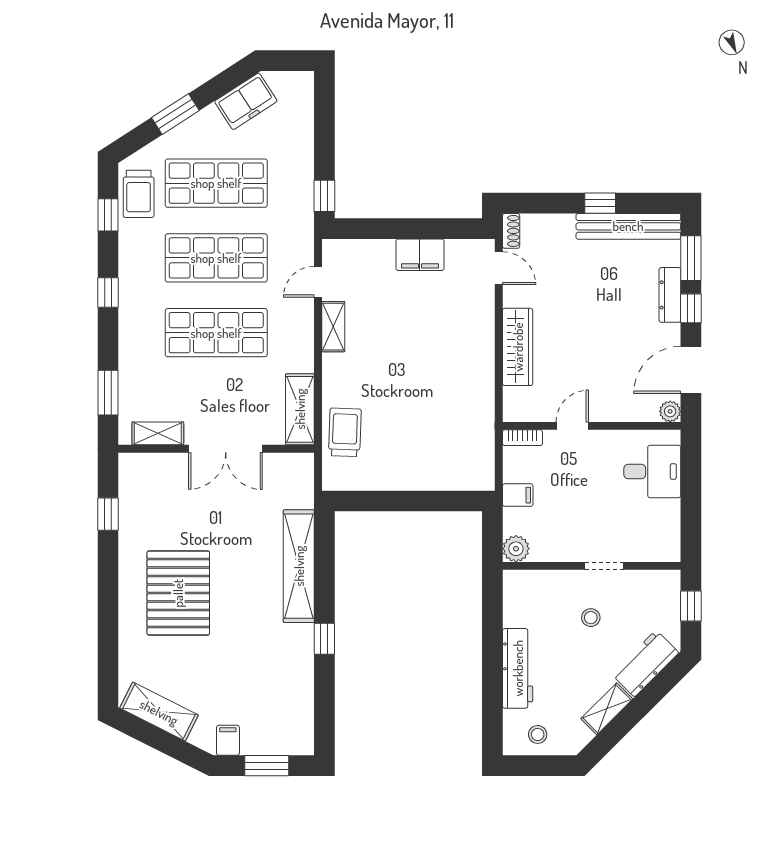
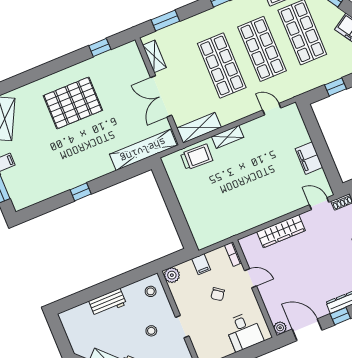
window: (324, 196) -> (335, 87), moved
door: (499, 268) -> (319, 204), swing flipped
shelving: (333, 327) -> (228, 137), moved
chair: (576, 488) -> (218, 294), added
shelving: (299, 566) -> (143, 150), moved
workbench: (518, 668) -> (108, 303), width x0.73
stool: (538, 734) -> (151, 291), moved

